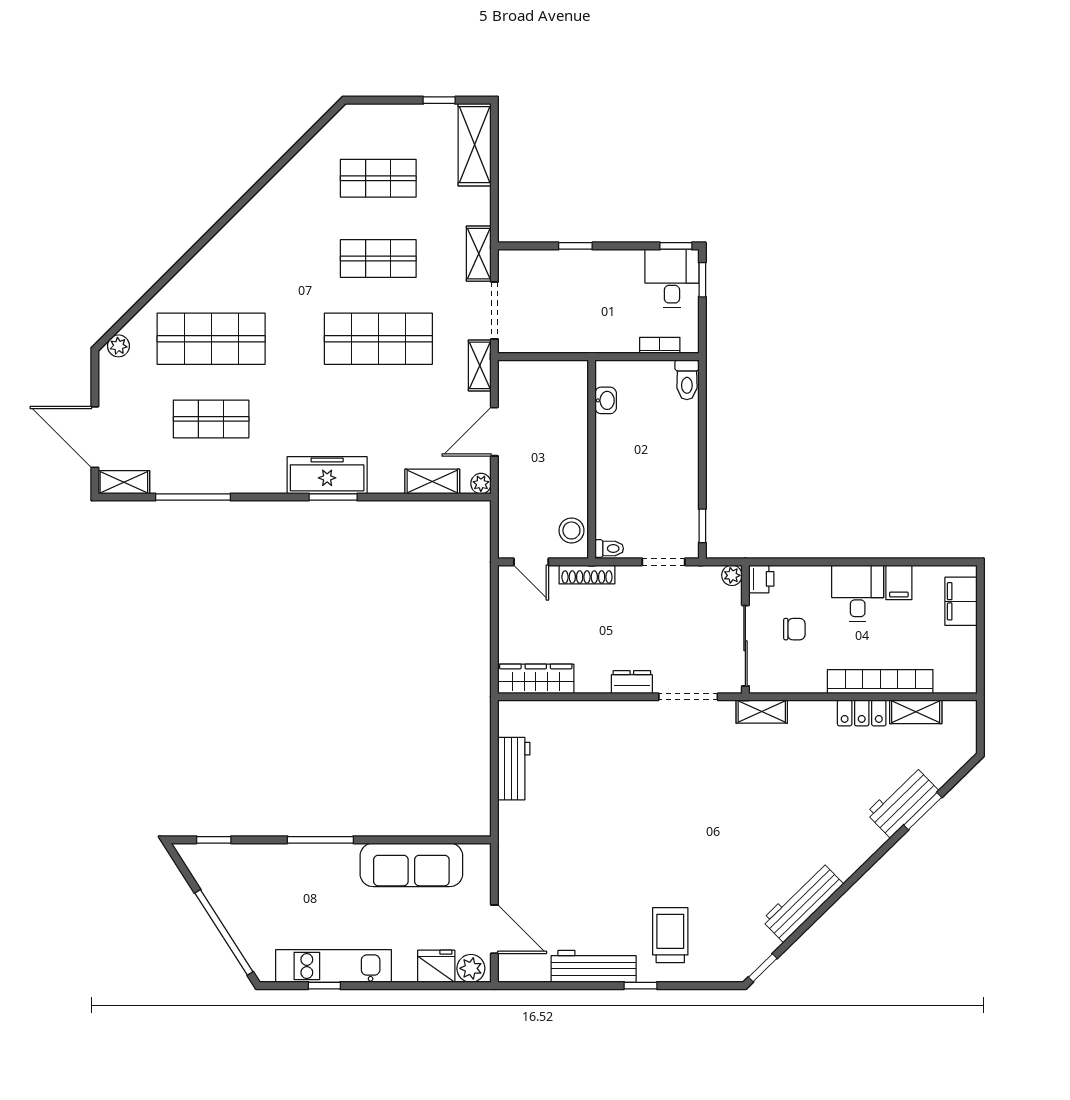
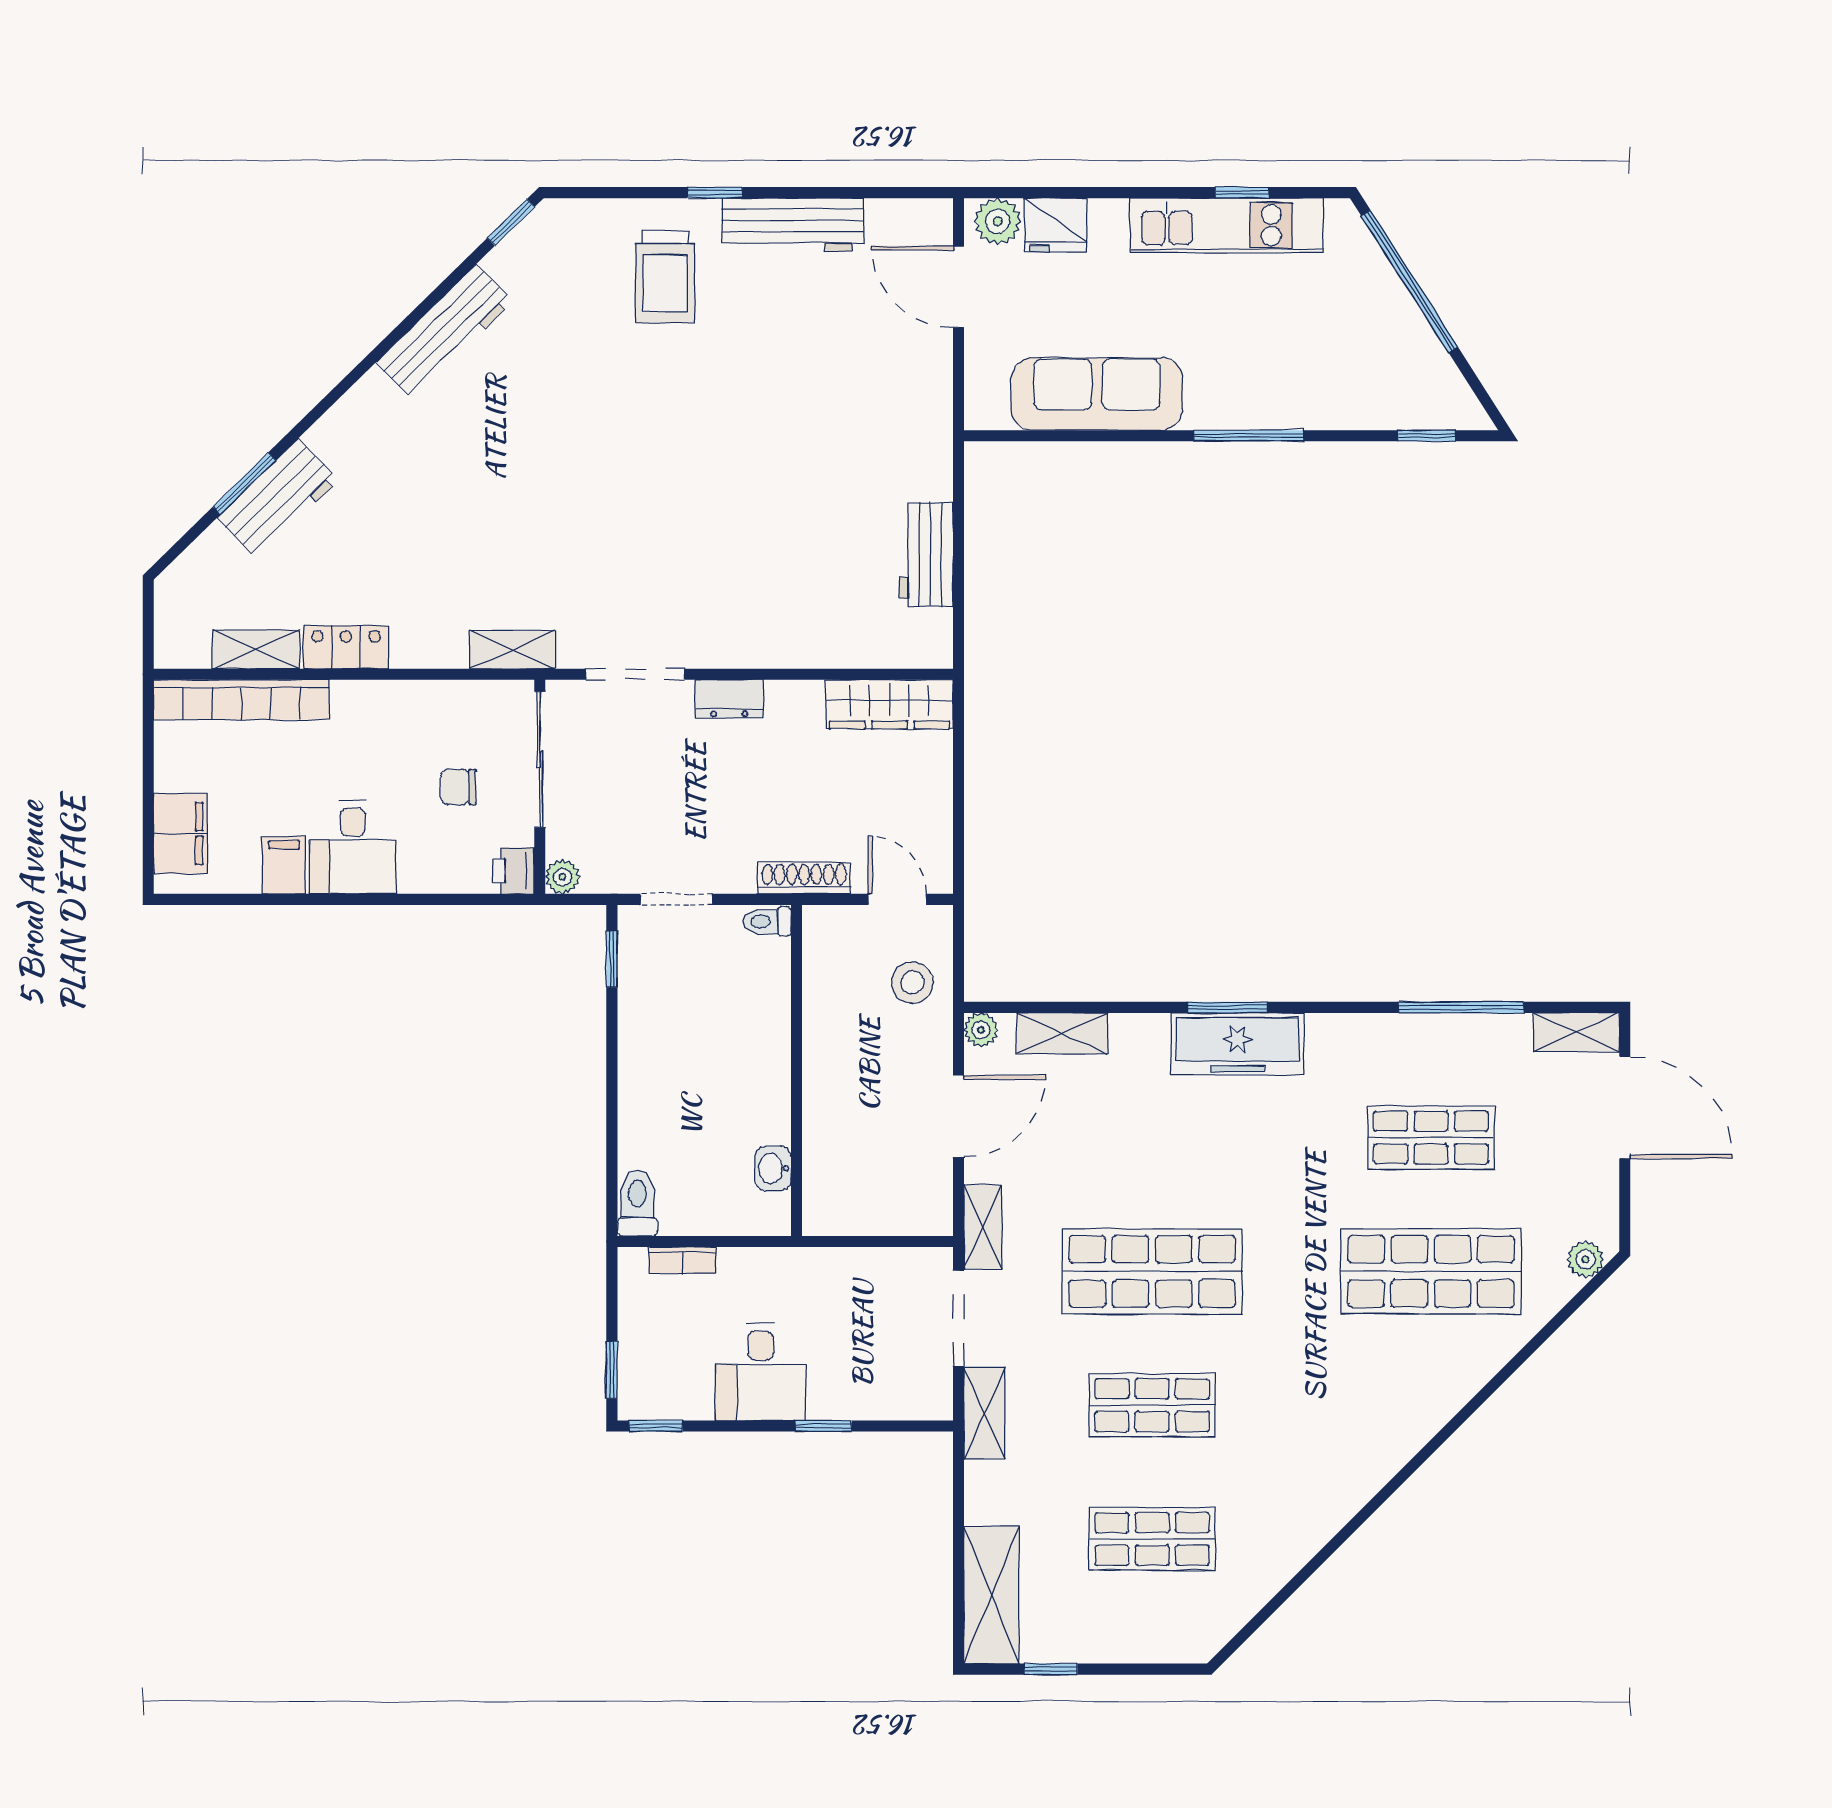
desk: (672, 278) -> (760, 1372), moved
stool: (571, 530) -> (912, 983), moved
bookcase: (880, 682) -> (242, 700), moved

